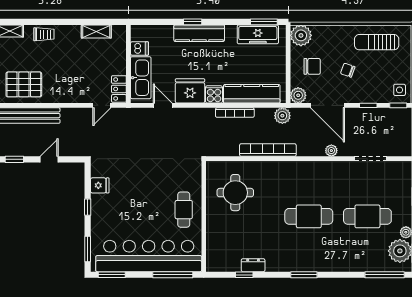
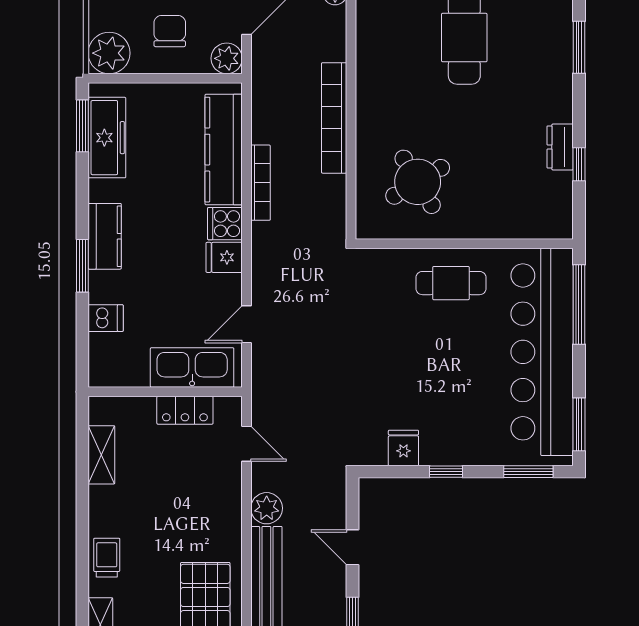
window: (193, 22) -> (82, 266), width x1.50
kitchen counter: (199, 33) -> (105, 236), width x0.67
dishwasher: (139, 48) -> (106, 318), moved, turned 90
locker: (119, 89) -> (185, 410), moved
fridge: (190, 91) -> (224, 257), width x0.53, depth x0.75
plant: (282, 116) -> (267, 508), moved
round table: (235, 193) -> (418, 182), turned -31

